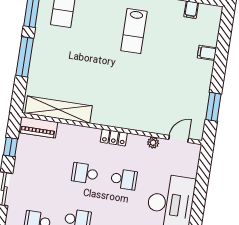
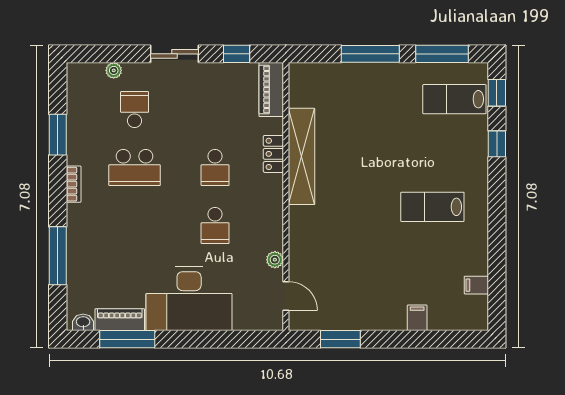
shelving: (59, 110) -> (302, 156), moved
locker: (114, 138) -> (273, 154), moved
school desk: (85, 173) -> (215, 168), turned 180

